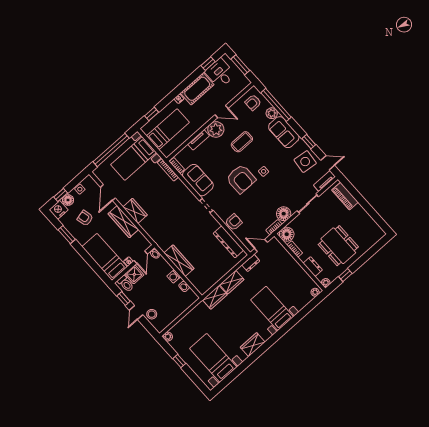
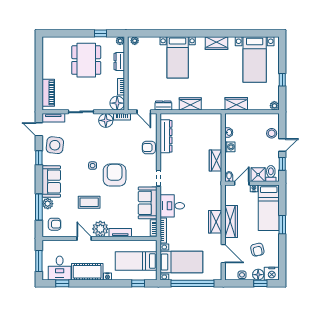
window: (276, 105) -> (39, 207), width x0.68
door: (108, 193) -> (223, 254), hinge flipped
desk: (178, 194) -> (172, 206), added
window: (67, 235) -> (282, 225), moved
wardrobe: (179, 261) -> (216, 160), width x0.67
wardrobe: (215, 297) -> (236, 104), moved

